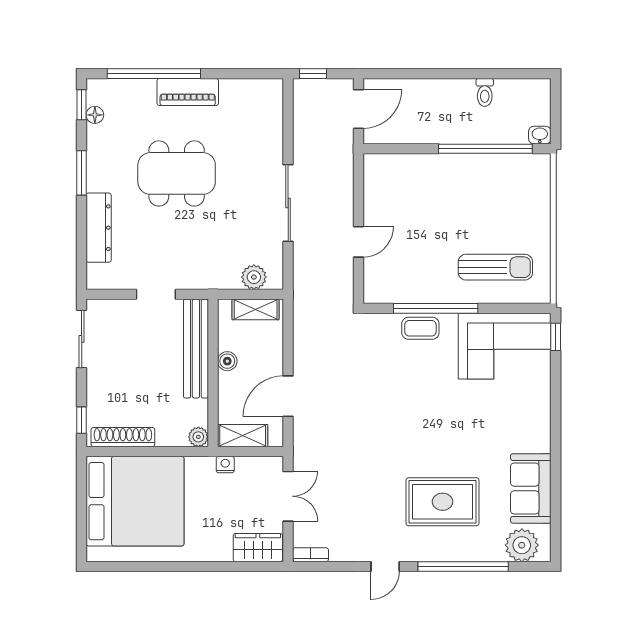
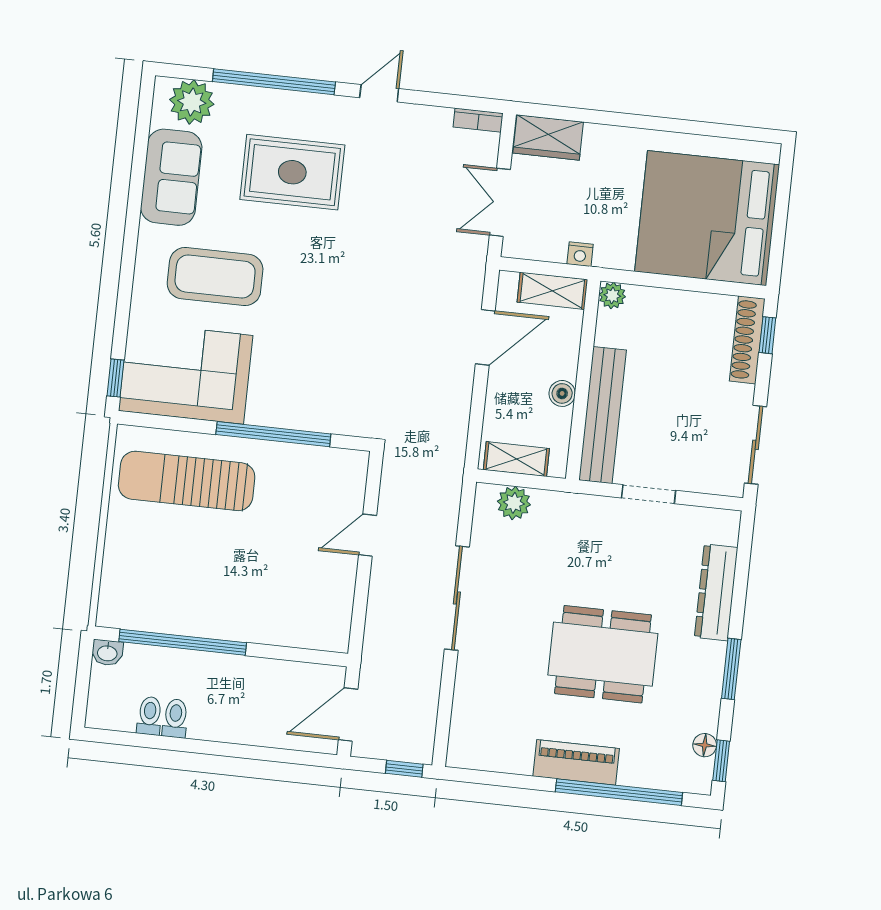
toilet: (504, 92) -> (150, 716), added
sun lounger: (495, 267) -> (187, 481), width x1.36, depth x1.34
coffee table: (420, 328) -> (215, 277), moved, width x1.86, depth x1.72
shoe rack: (123, 437) -> (747, 340), moved, turned 90

